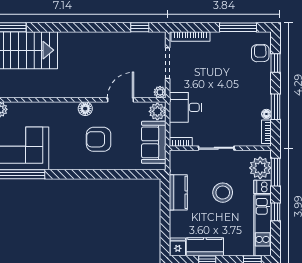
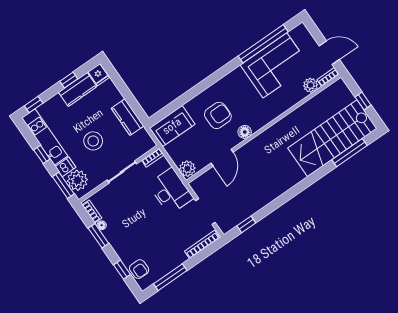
plant: (160, 92) -> (196, 185), removed
desk: (186, 107) -> (171, 191), width x1.37
sofa: (154, 142) -> (172, 126), moved, turned 90

